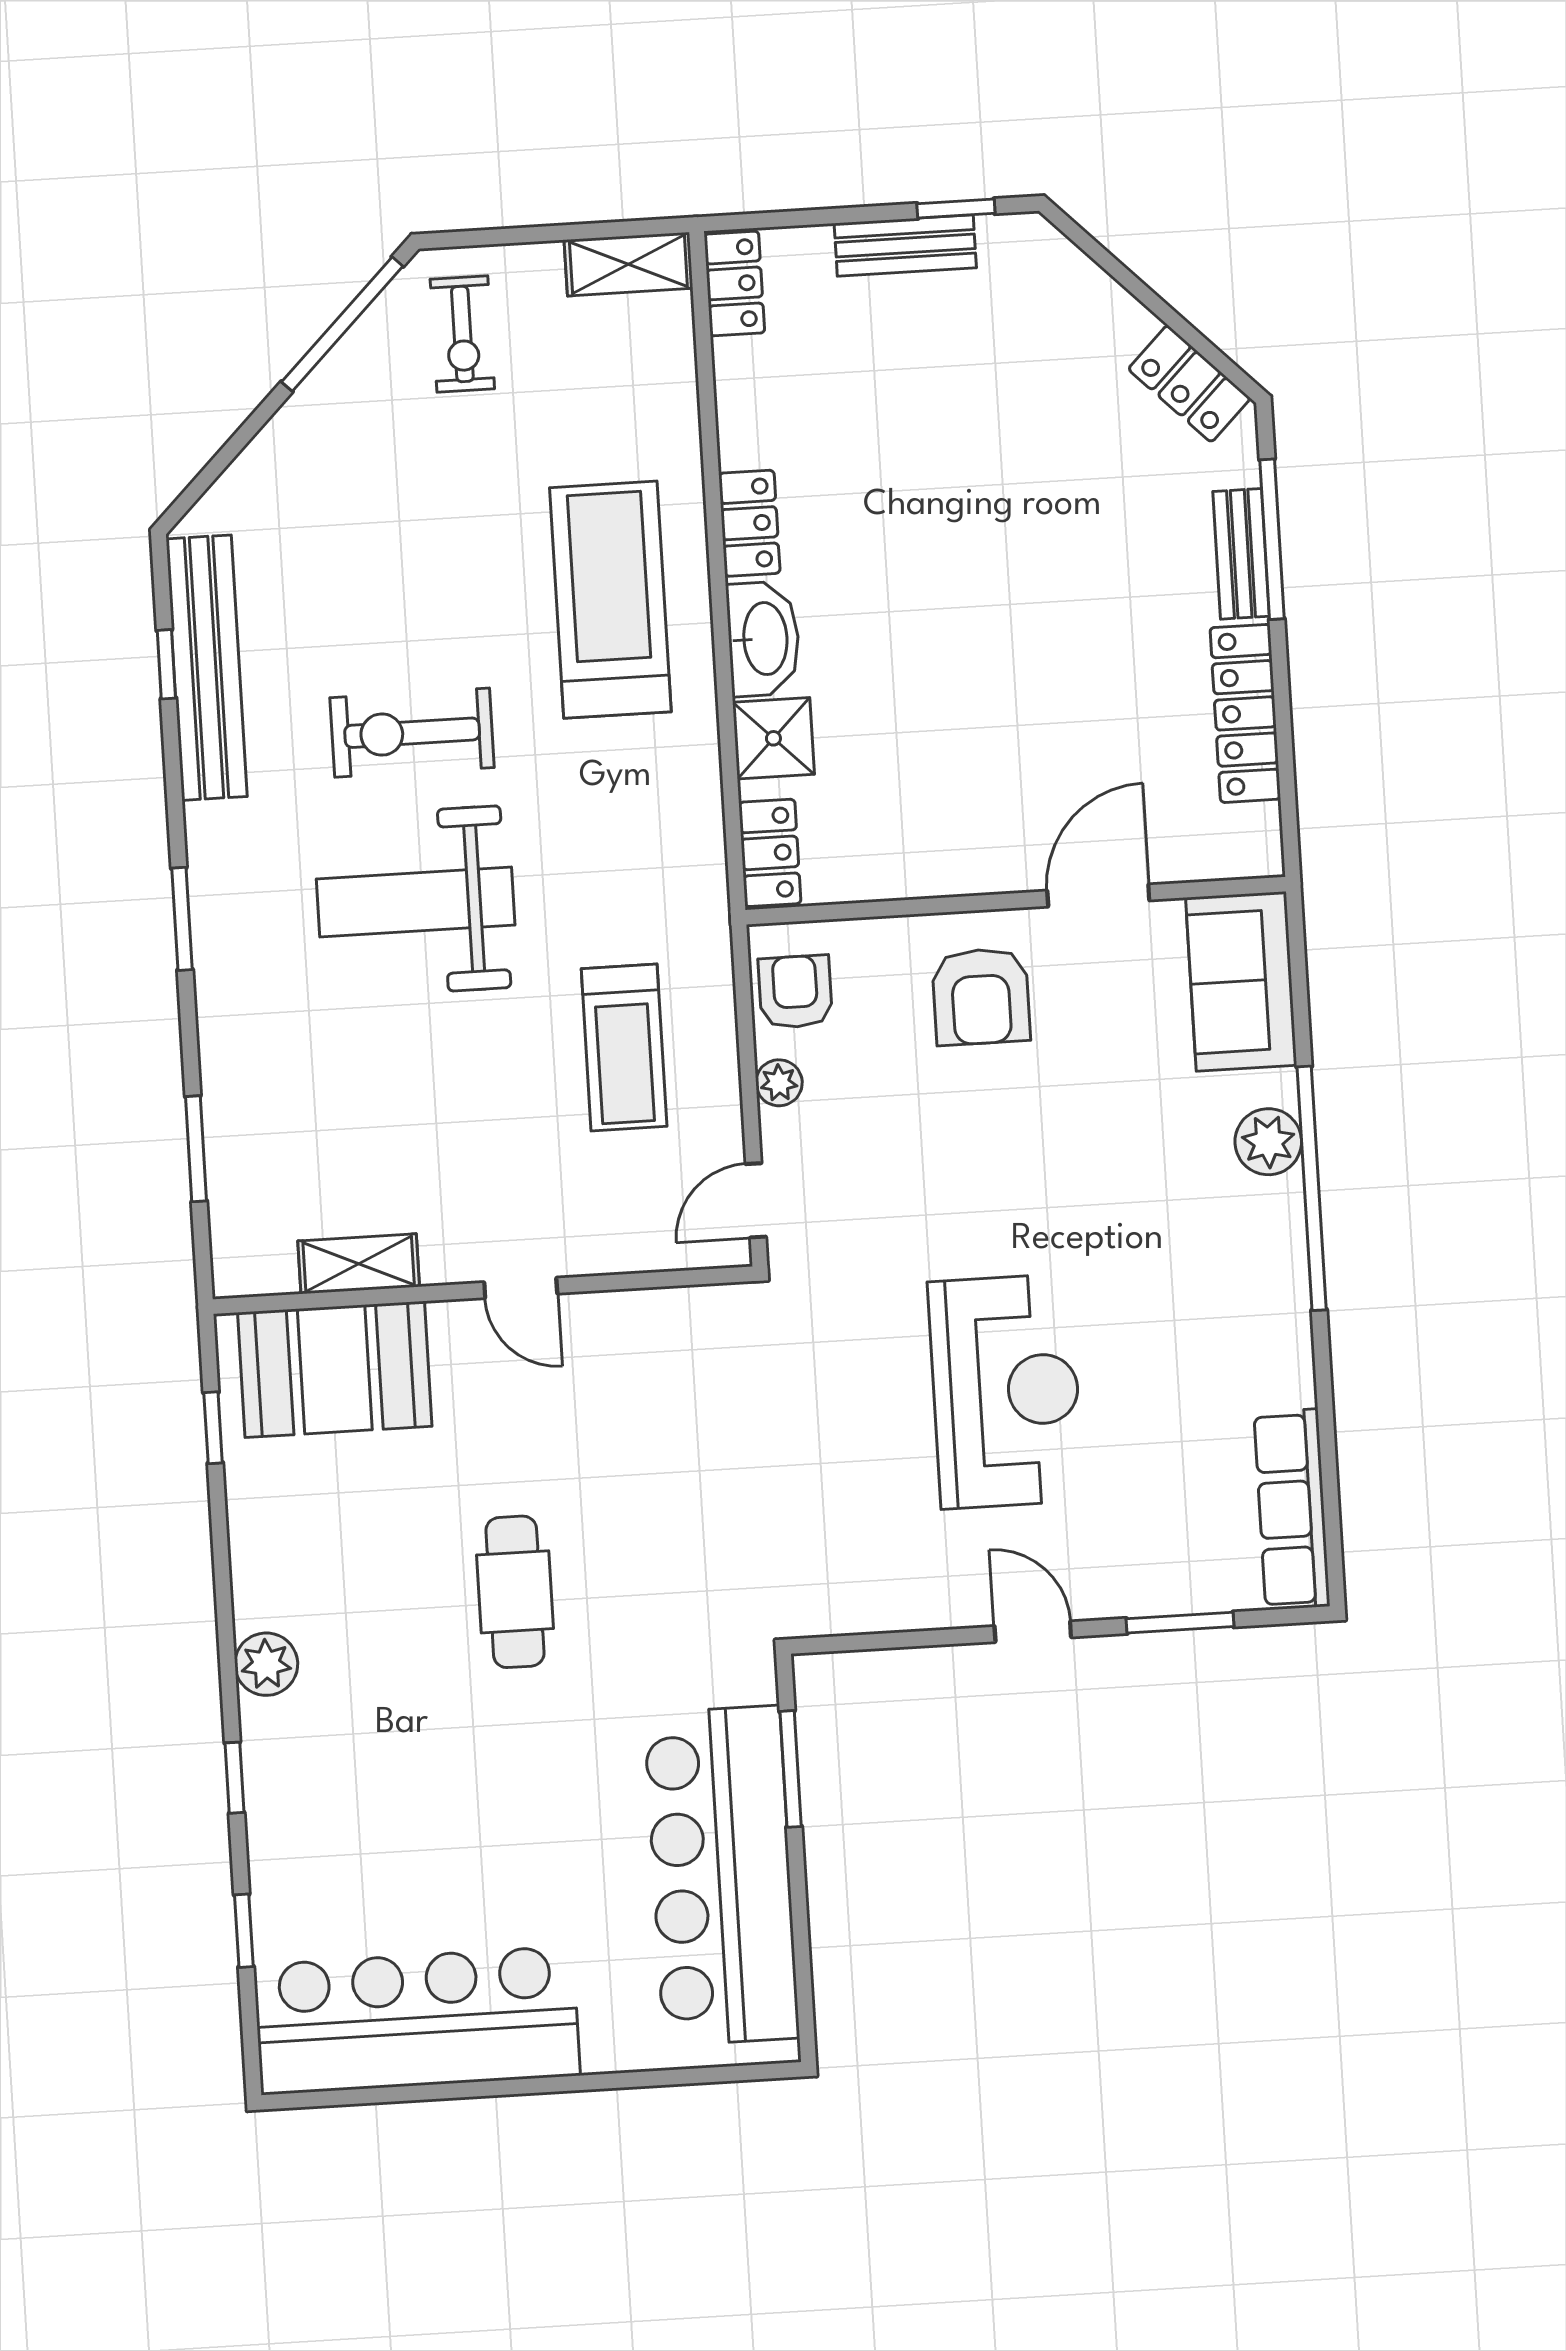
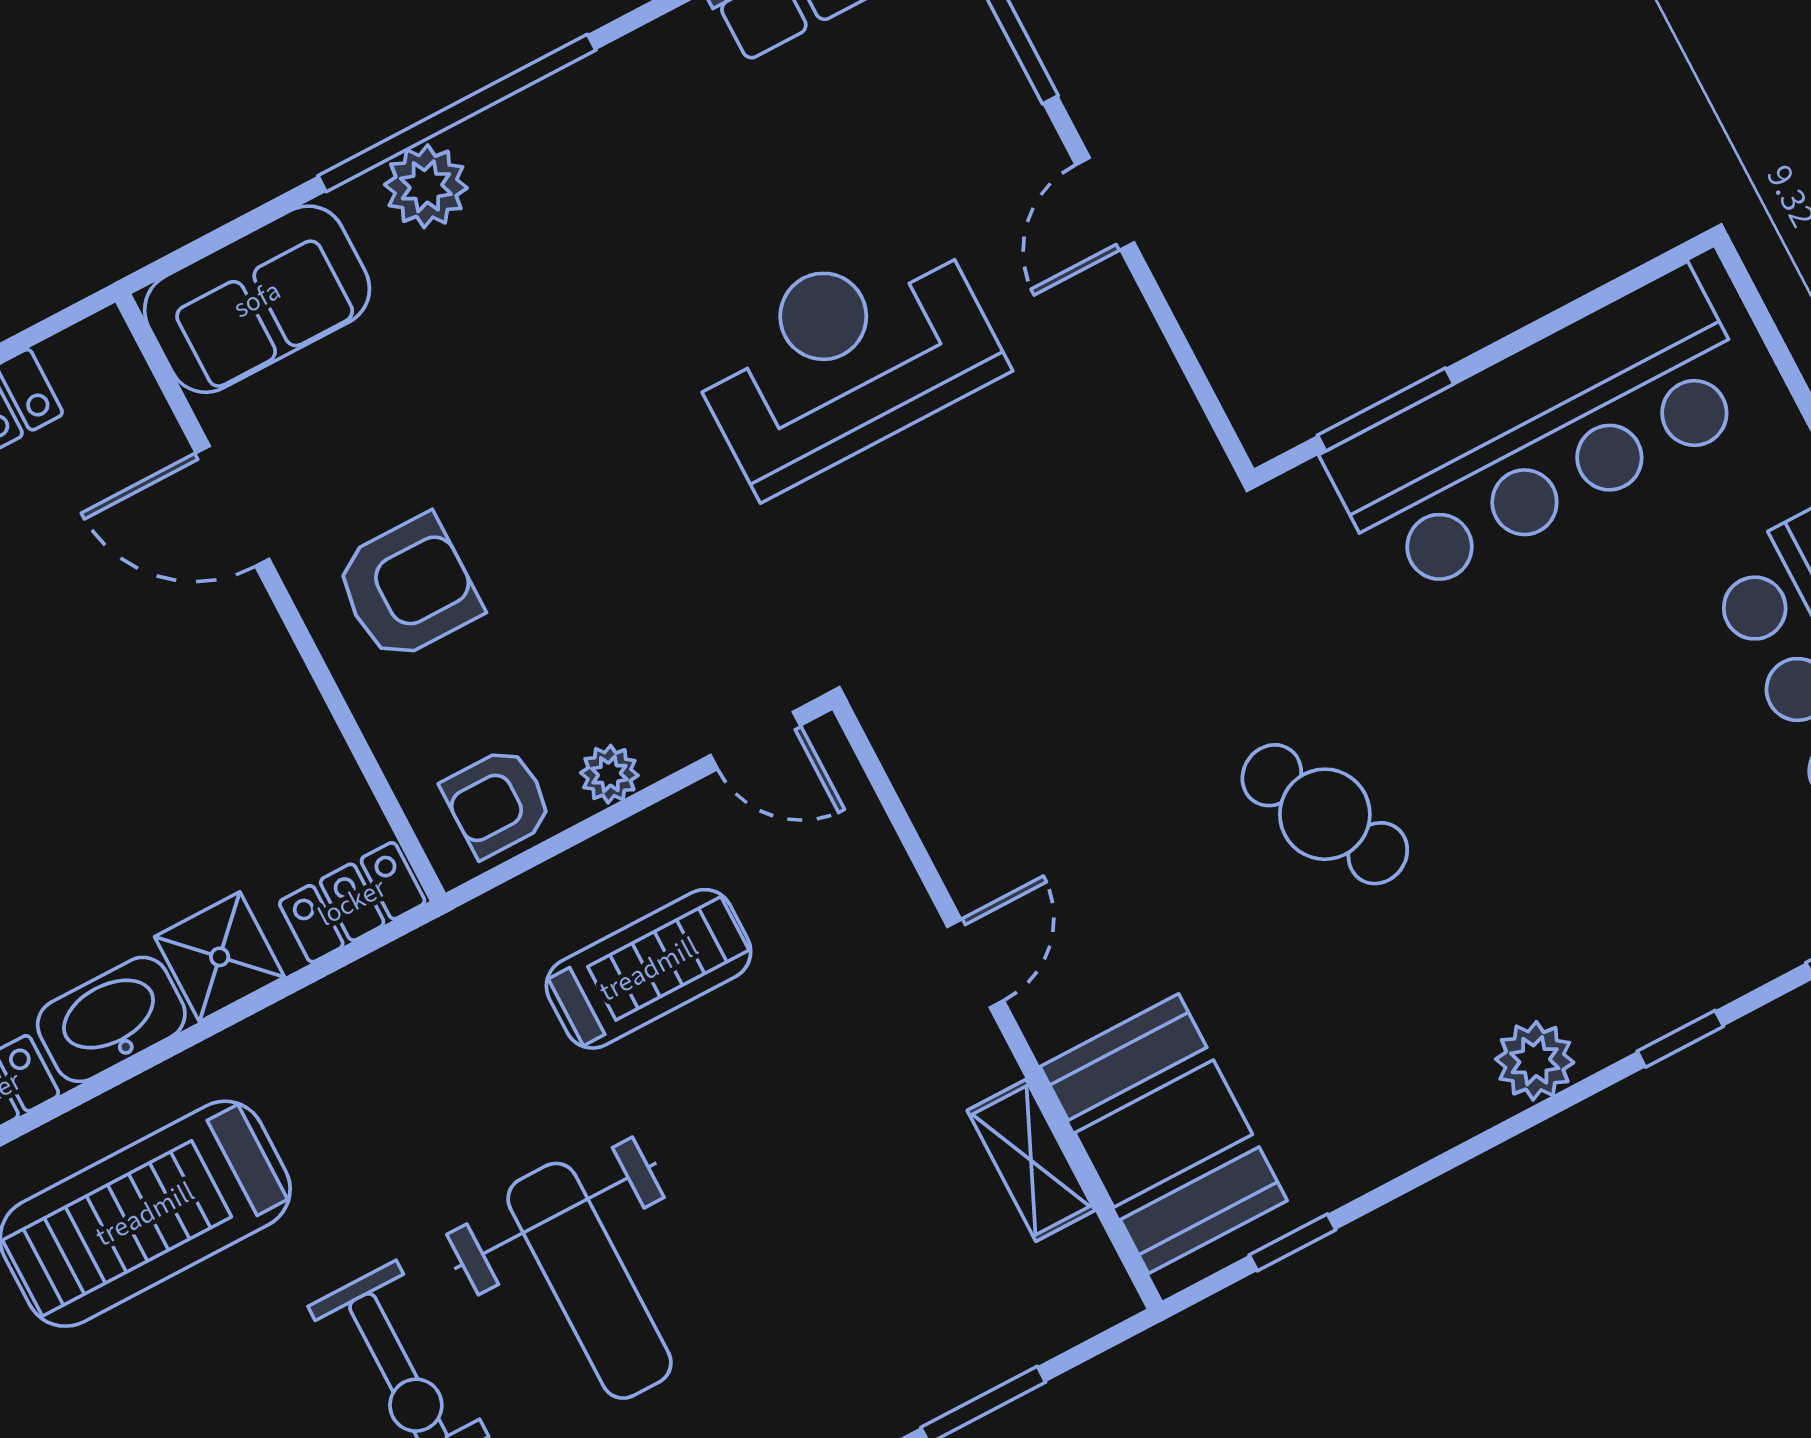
cafe table: (515, 1592) -> (1325, 814), turned 64

